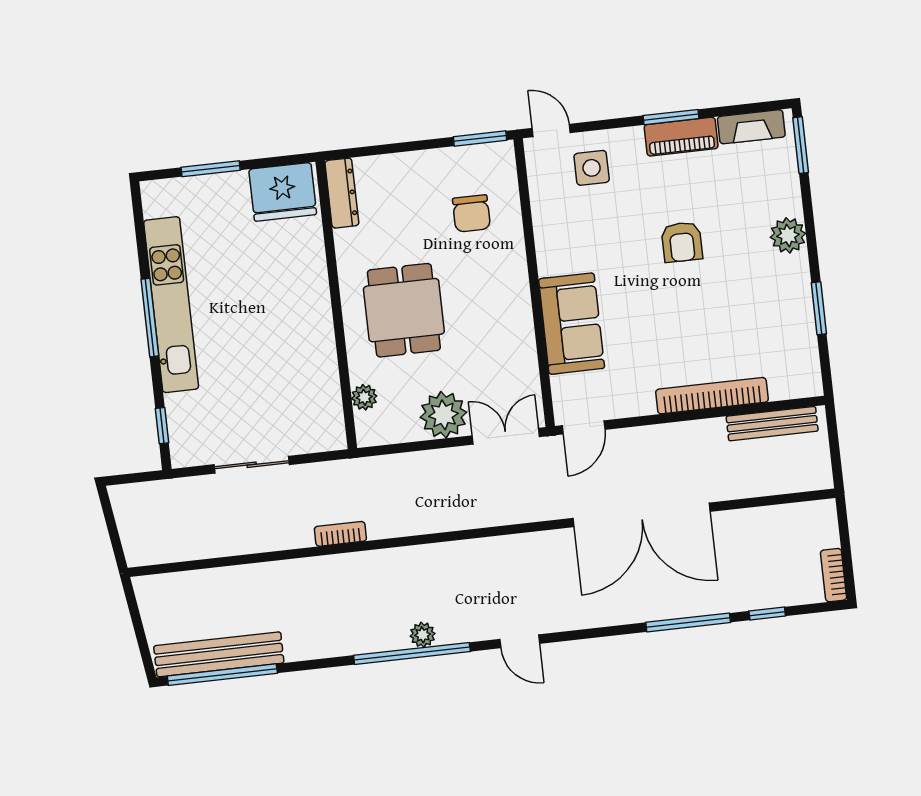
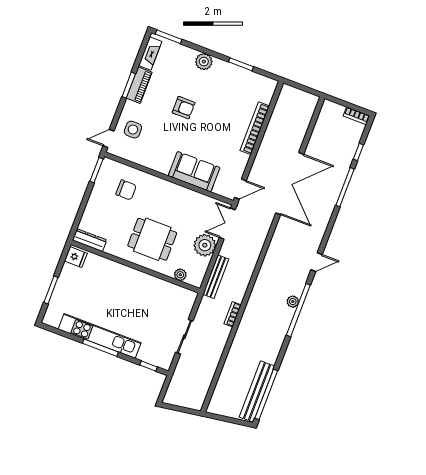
fridge: (283, 192) -> (76, 257), width x0.53, depth x0.75
bench: (772, 424) -> (216, 277), moved
door: (584, 427) -> (240, 189), hinge flipped

